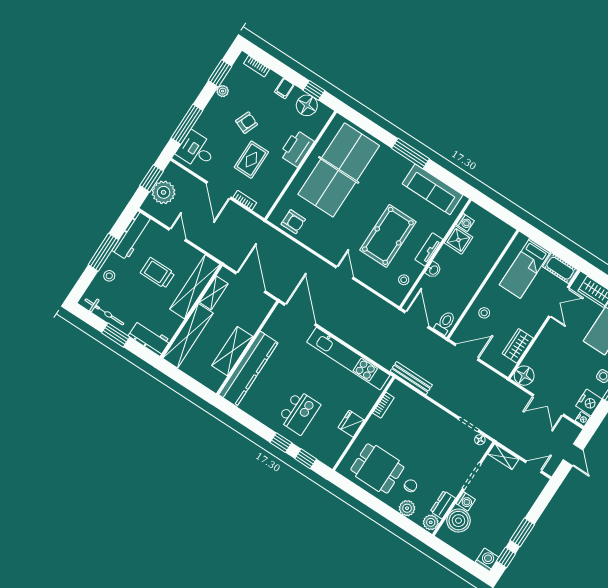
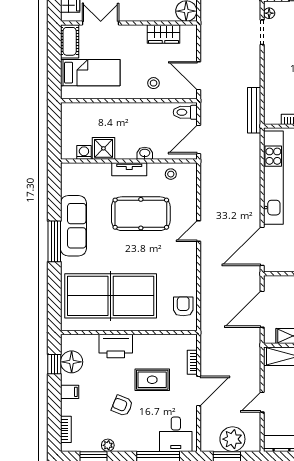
sofa: (433, 189) -> (73, 226), moved

